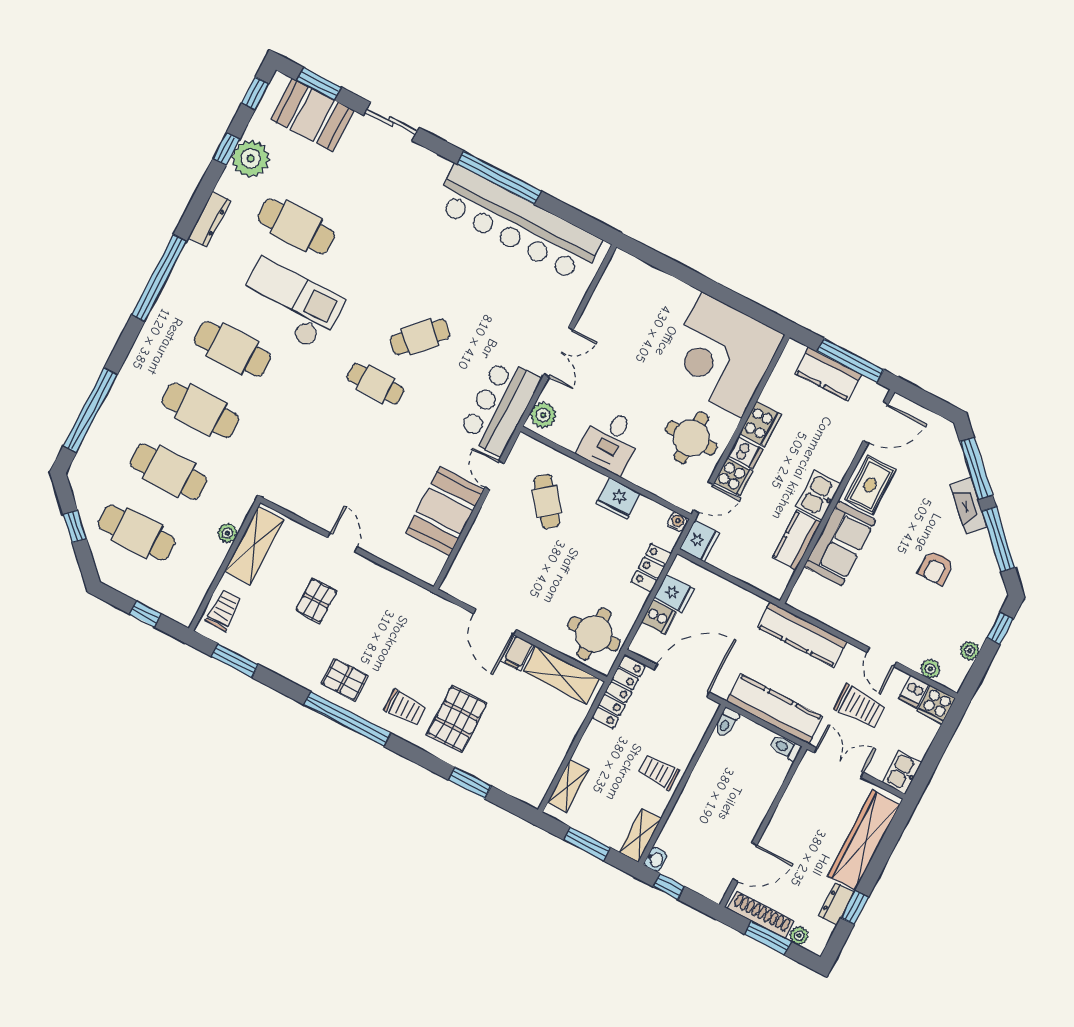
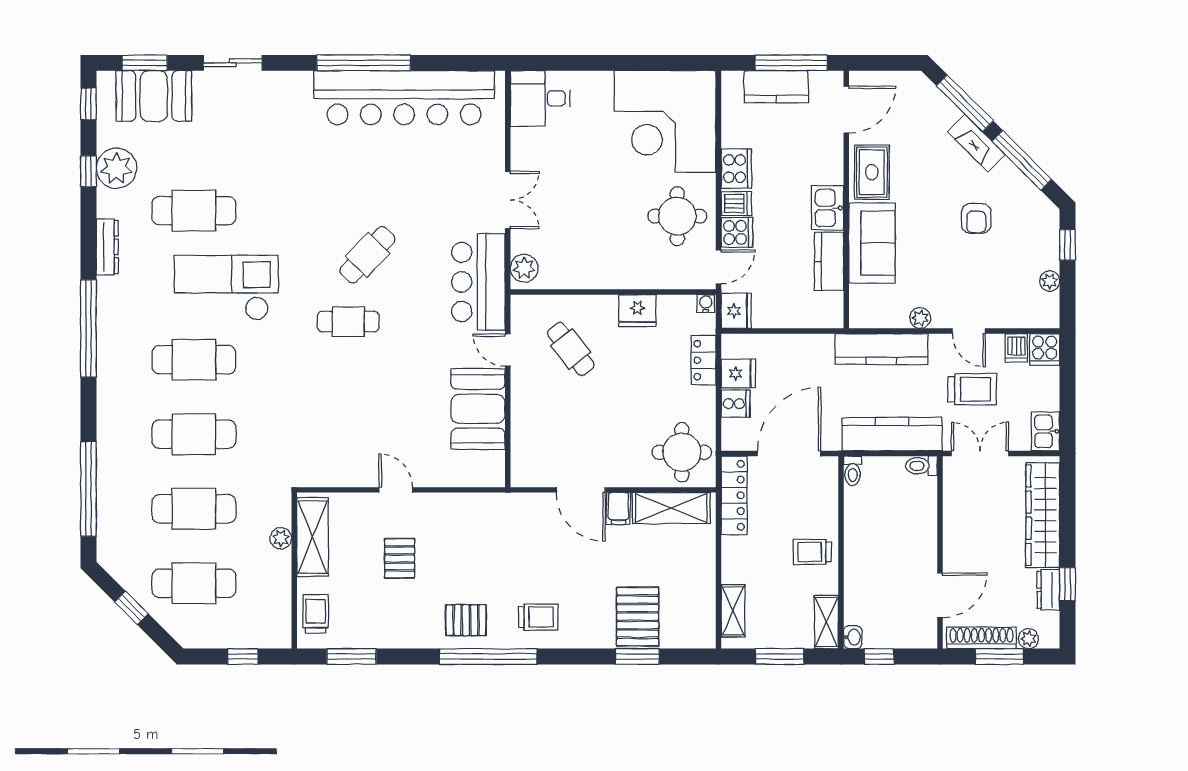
desk: (611, 441) -> (540, 98), moved, turned 90
plant: (930, 669) -> (920, 318), moved
pallet: (457, 719) -> (638, 617), moved

